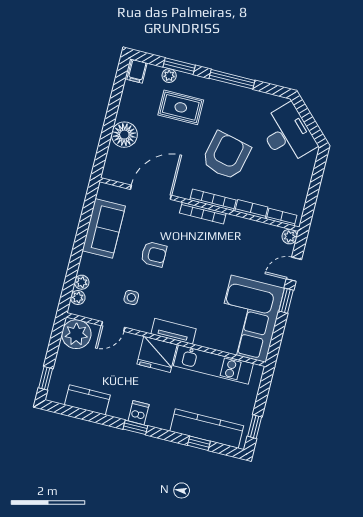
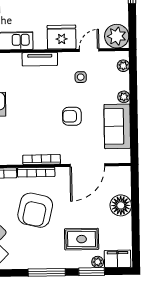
filing cabinet: (137, 71) -> (118, 259), width x2.00
plant: (82, 282) -> (124, 97), moved
fridge: (157, 354) -> (62, 37), moved

